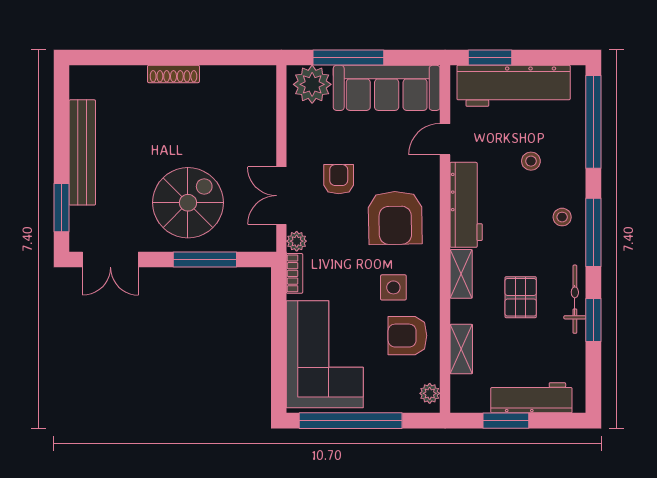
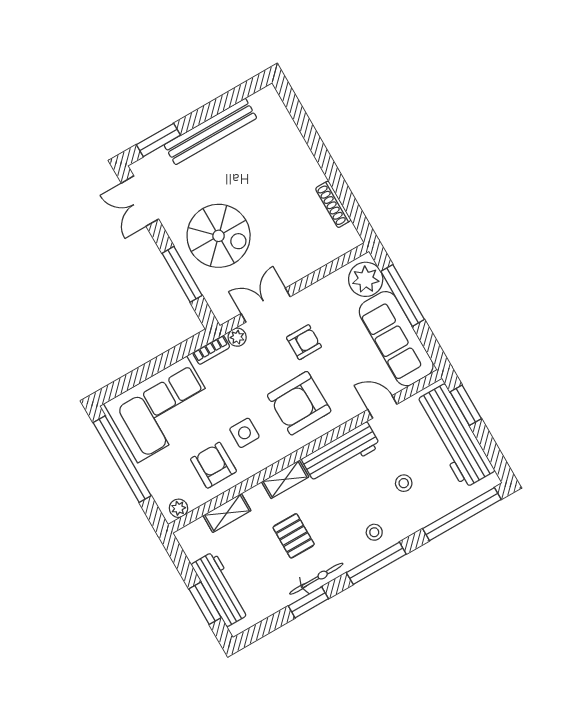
shoe rack: (173, 74) -> (333, 204), moved
pallet: (521, 297) -> (294, 536), turned 90
window: (506, 421) -> (205, 603), moved

